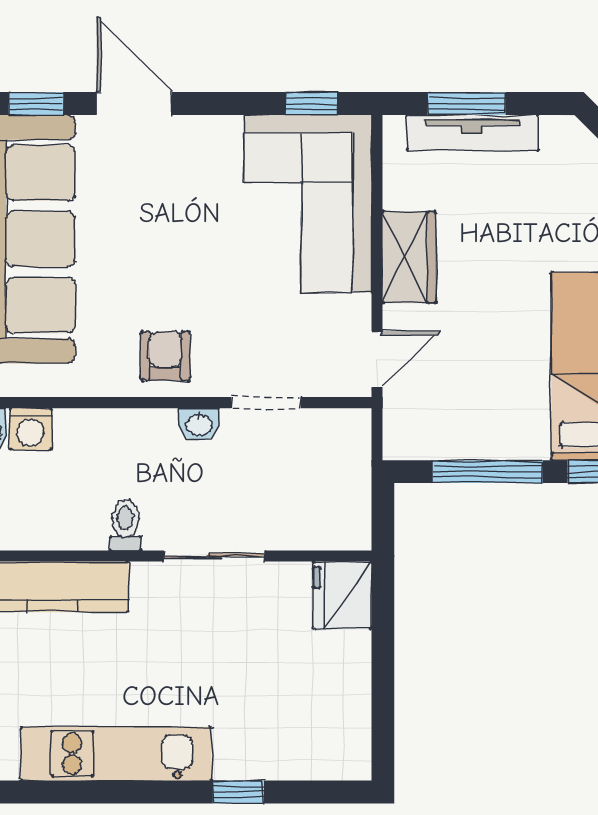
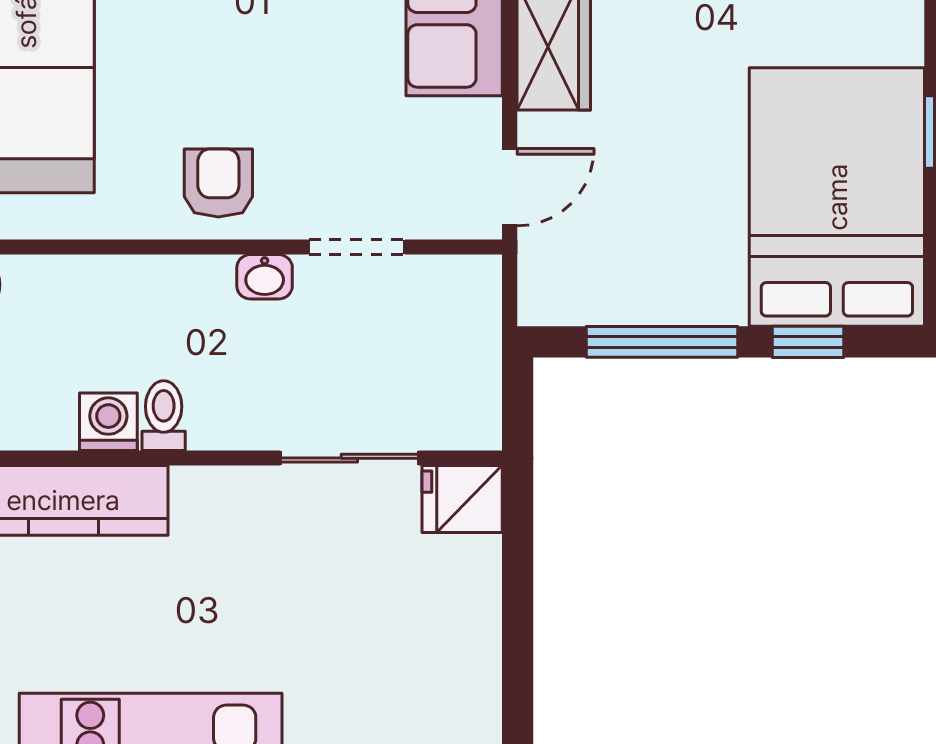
washing machine: (31, 429) -> (108, 422), moved, turned 180
sliding door: (214, 556) -> (349, 458), moved
fridge: (342, 595) -> (462, 499), width x0.72

